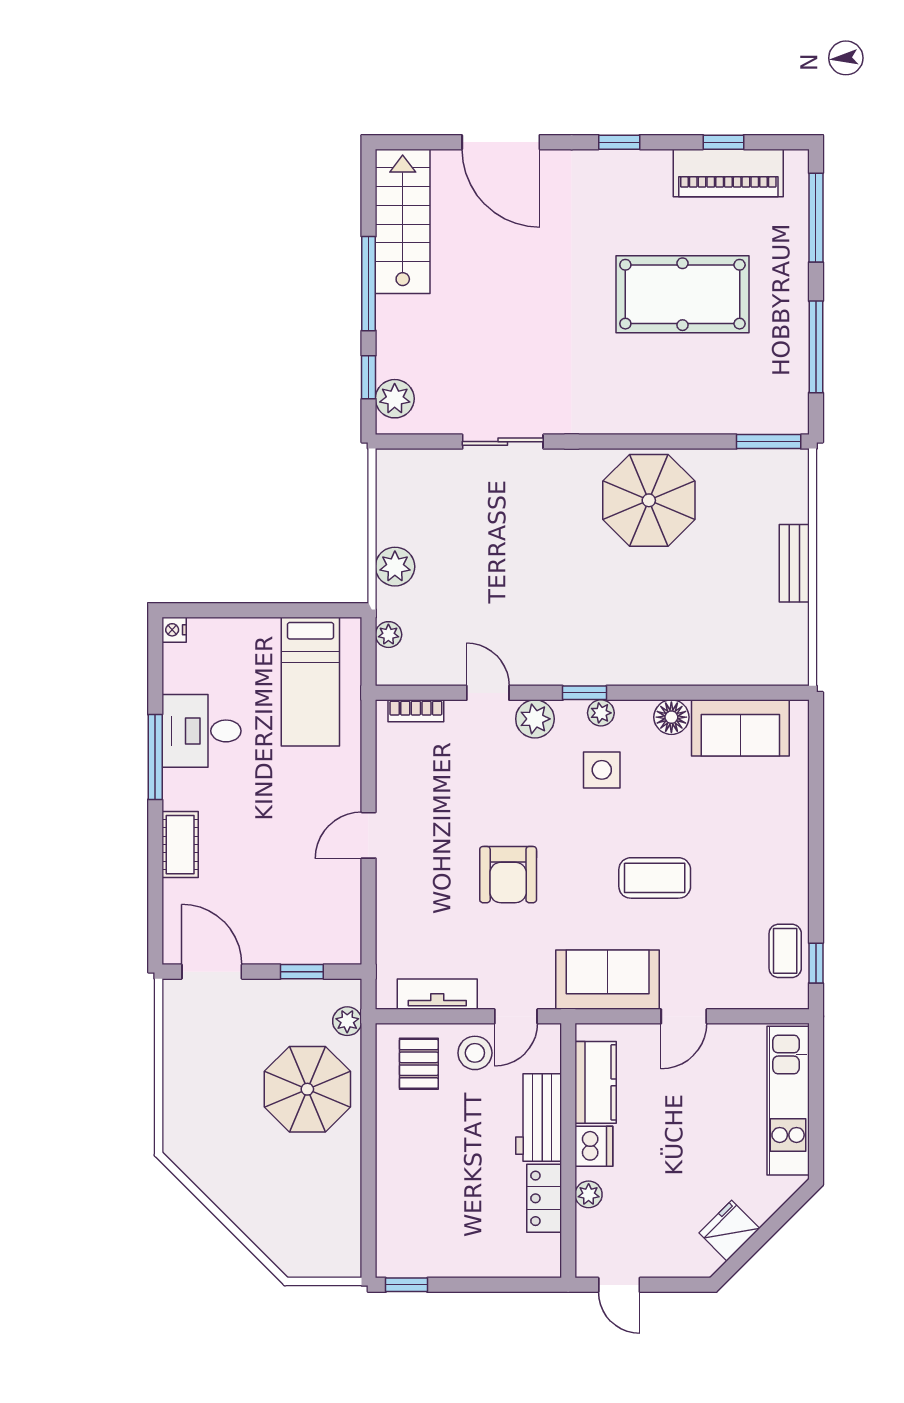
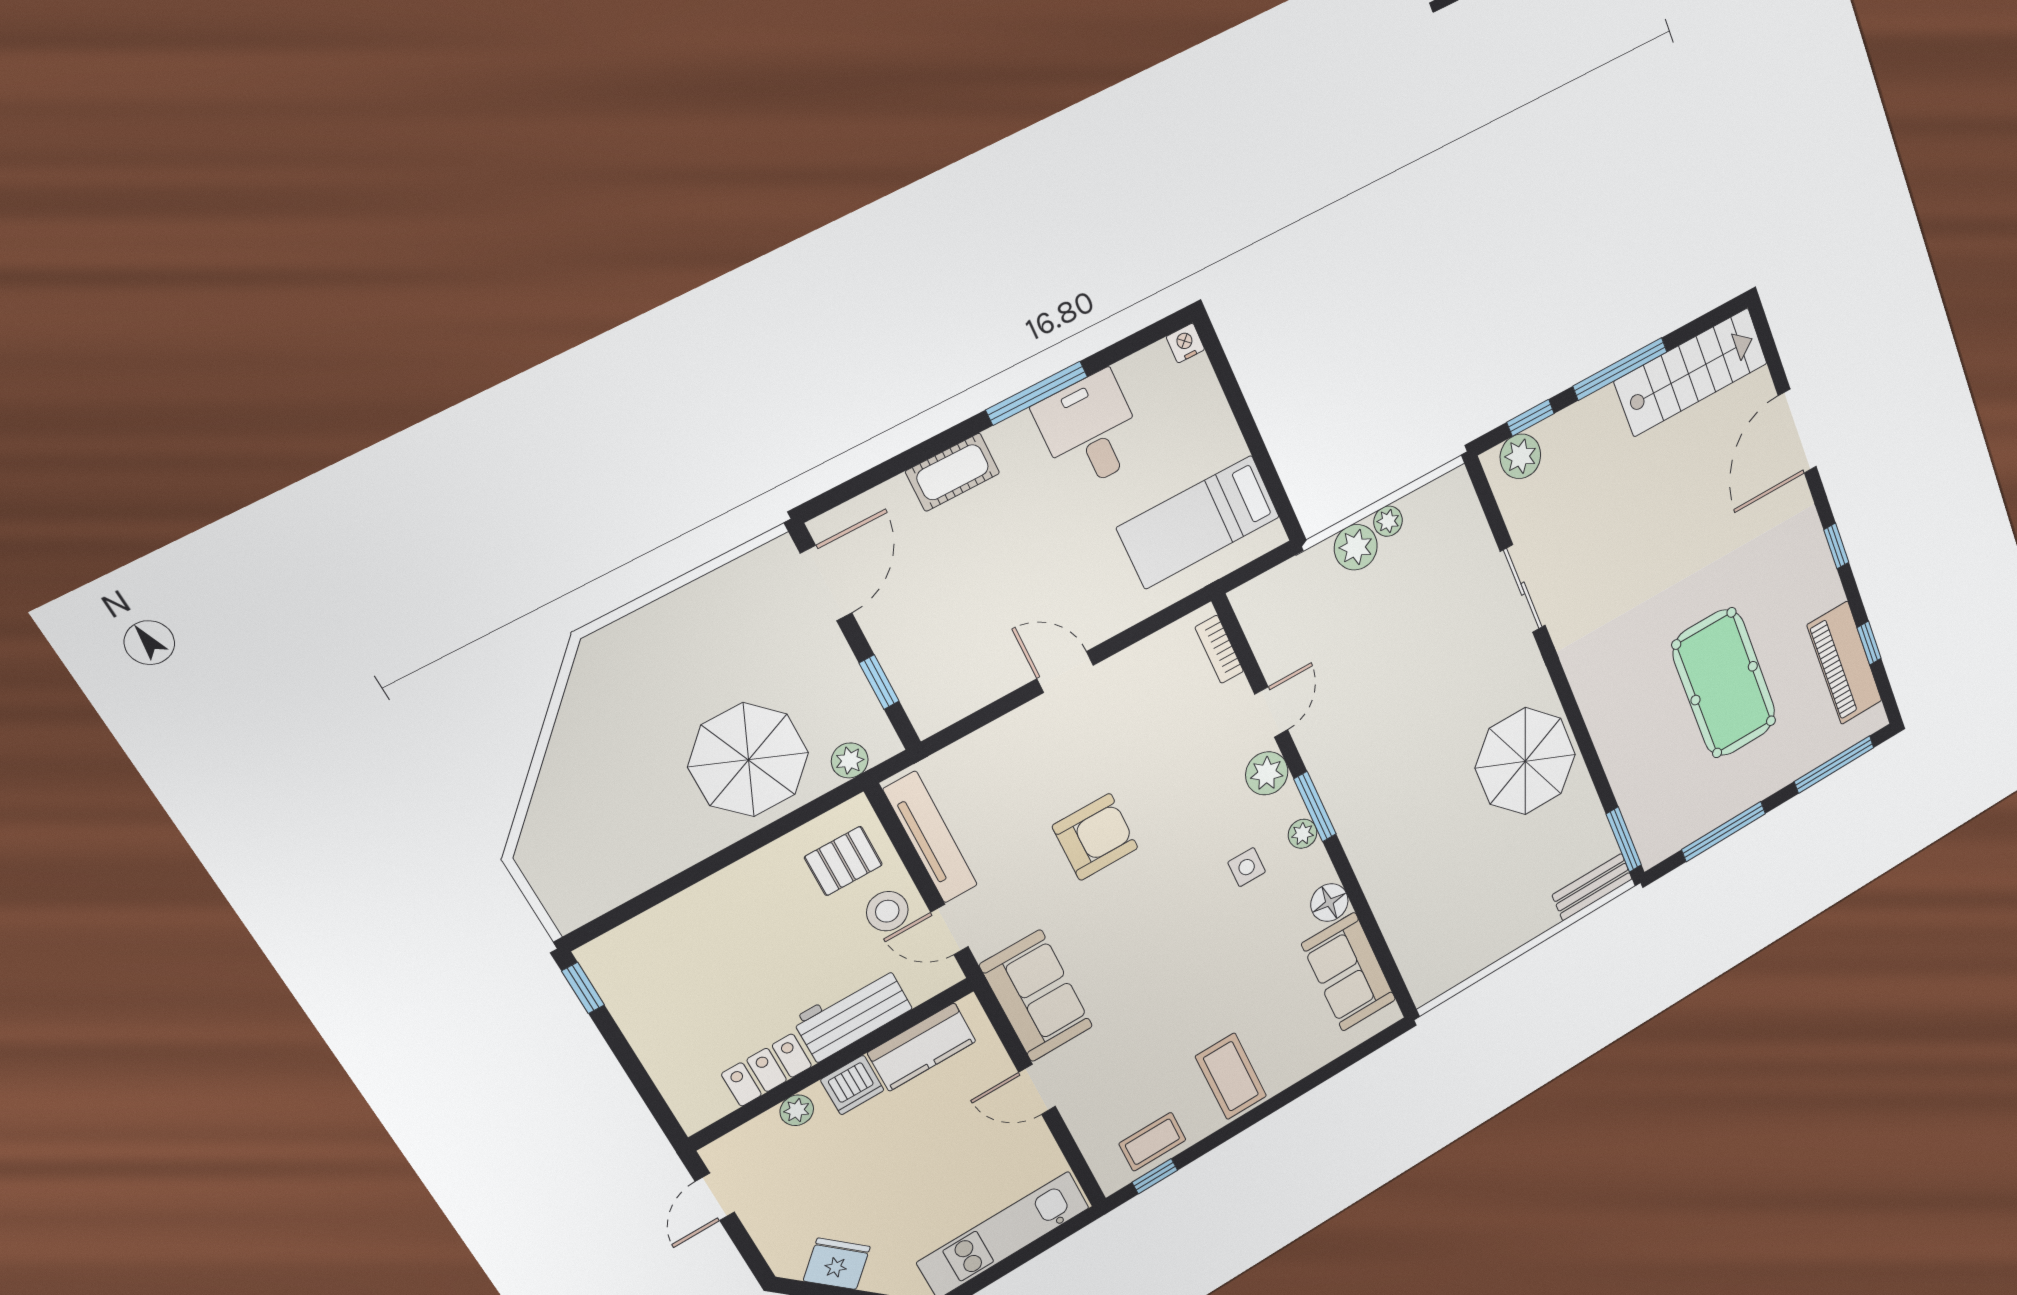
bench: (794, 563) -> (1592, 887), moved
plant: (388, 635) -> (1388, 521), moved
window: (585, 693) -> (1315, 807), width x1.50
side table: (602, 770) -> (1247, 867), width x0.73, depth x0.73
armchair: (508, 875) -> (1095, 837), turned 180
coffee table: (655, 878) -> (1231, 1076), moved
tv unit: (437, 994) -> (930, 837), width x1.41

